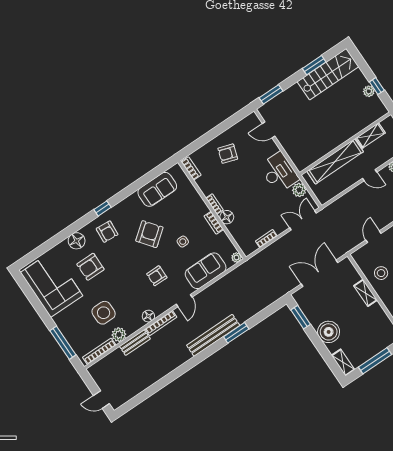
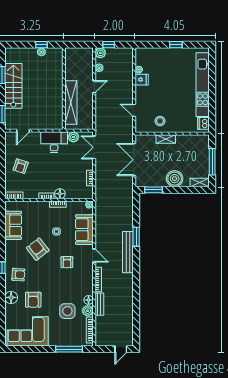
stairs: (328, 74) -> (13, 86), moved
shelving: (370, 136) -> (70, 70), removed
floor lamp: (148, 316) -> (89, 300), moved

